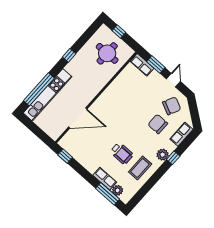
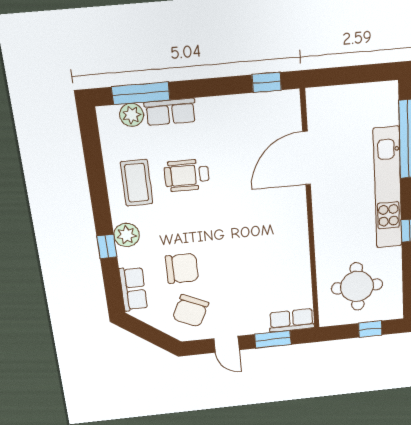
kitchen unit: (48, 95) -> (388, 188), moved

